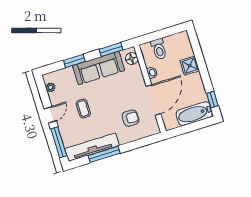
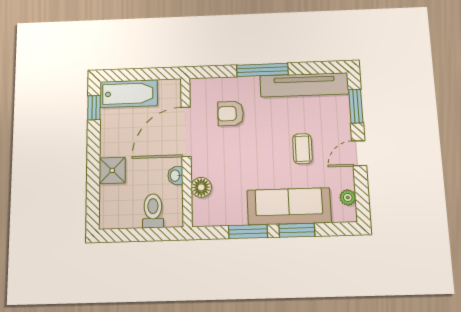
window: (111, 49) -> (248, 232), moved
floor lamp: (132, 59) -> (201, 187), moved
sofa: (99, 68) -> (289, 206), moved
window: (59, 142) -> (356, 106), width x0.69
window: (104, 154) -> (262, 70), moved

